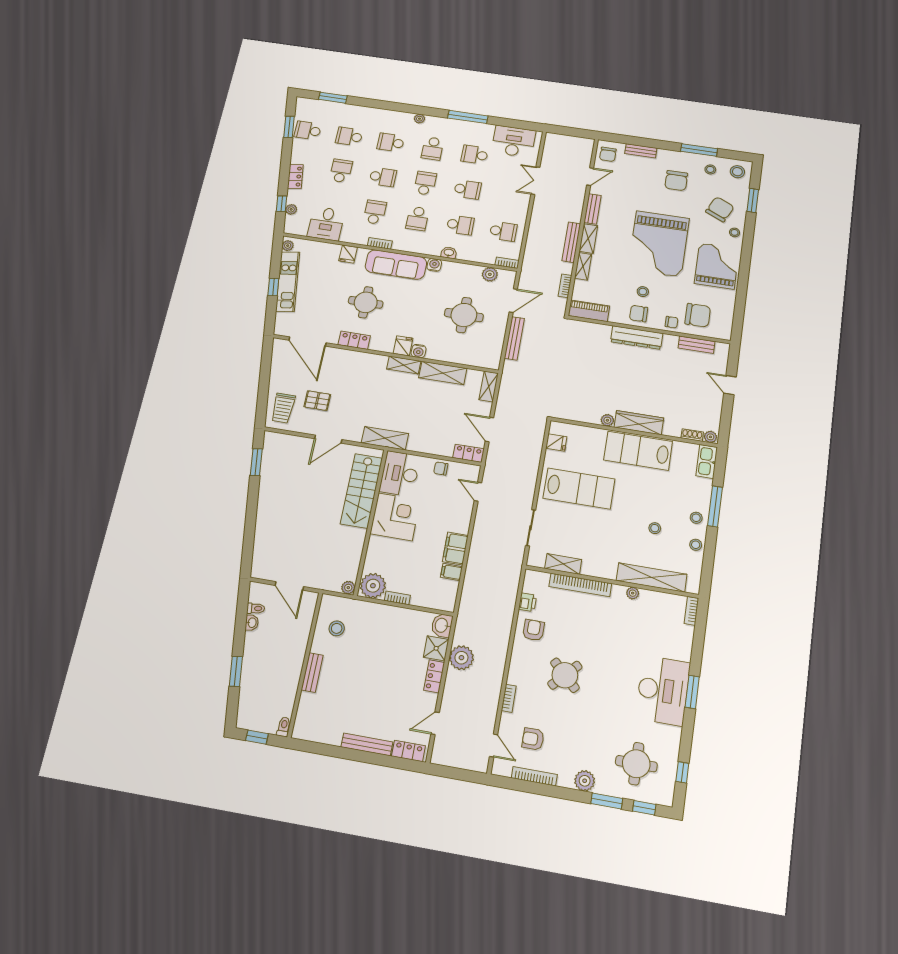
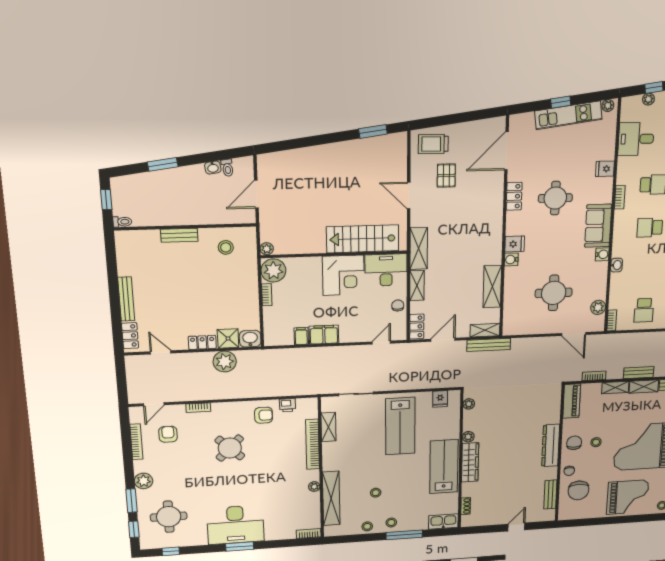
school desk: (460, 225) -> (647, 269), removed
bench: (571, 242) -> (639, 373), width x0.73
sofa: (396, 265) -> (598, 226), width x0.73
bench: (514, 338) -> (489, 345), moved
shelving: (404, 365) -> (417, 286), moved
plant: (710, 437) -> (469, 404), moved

